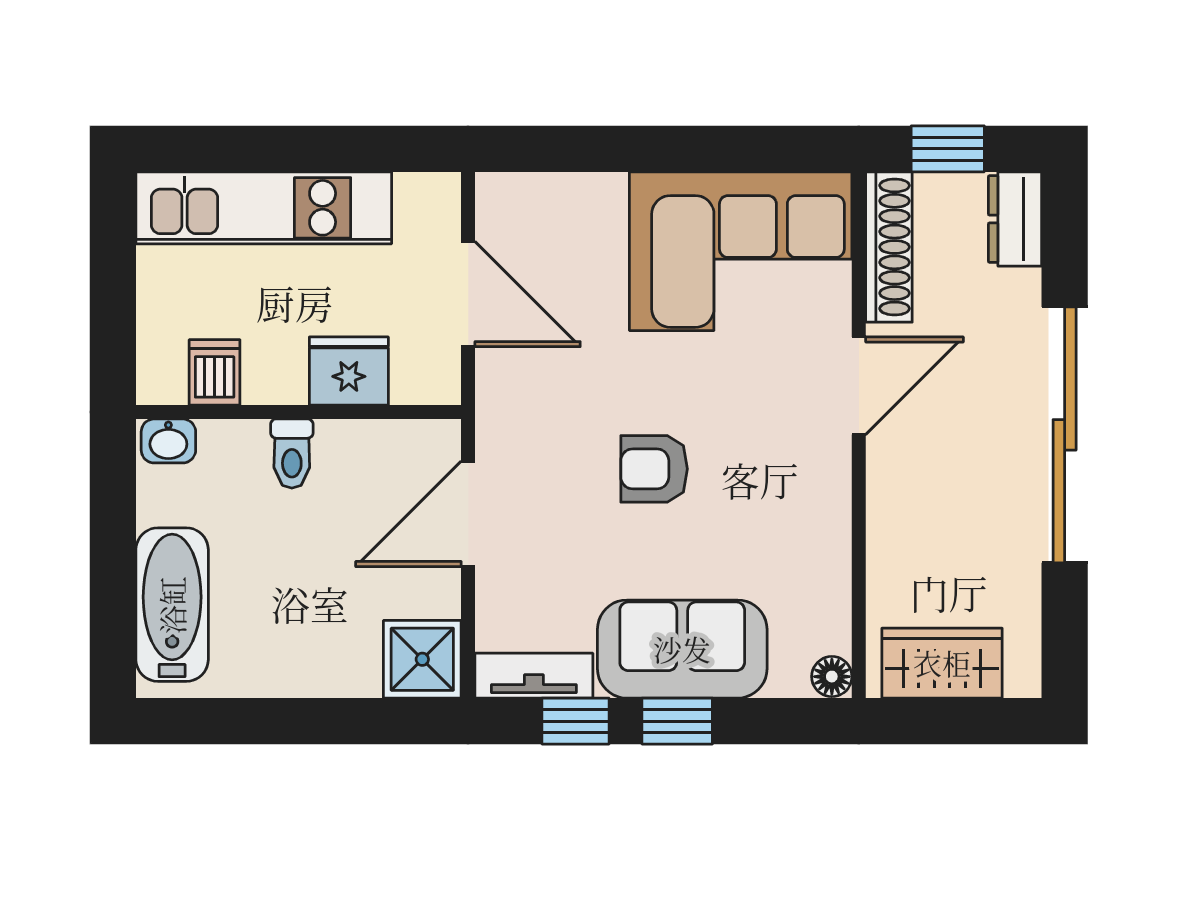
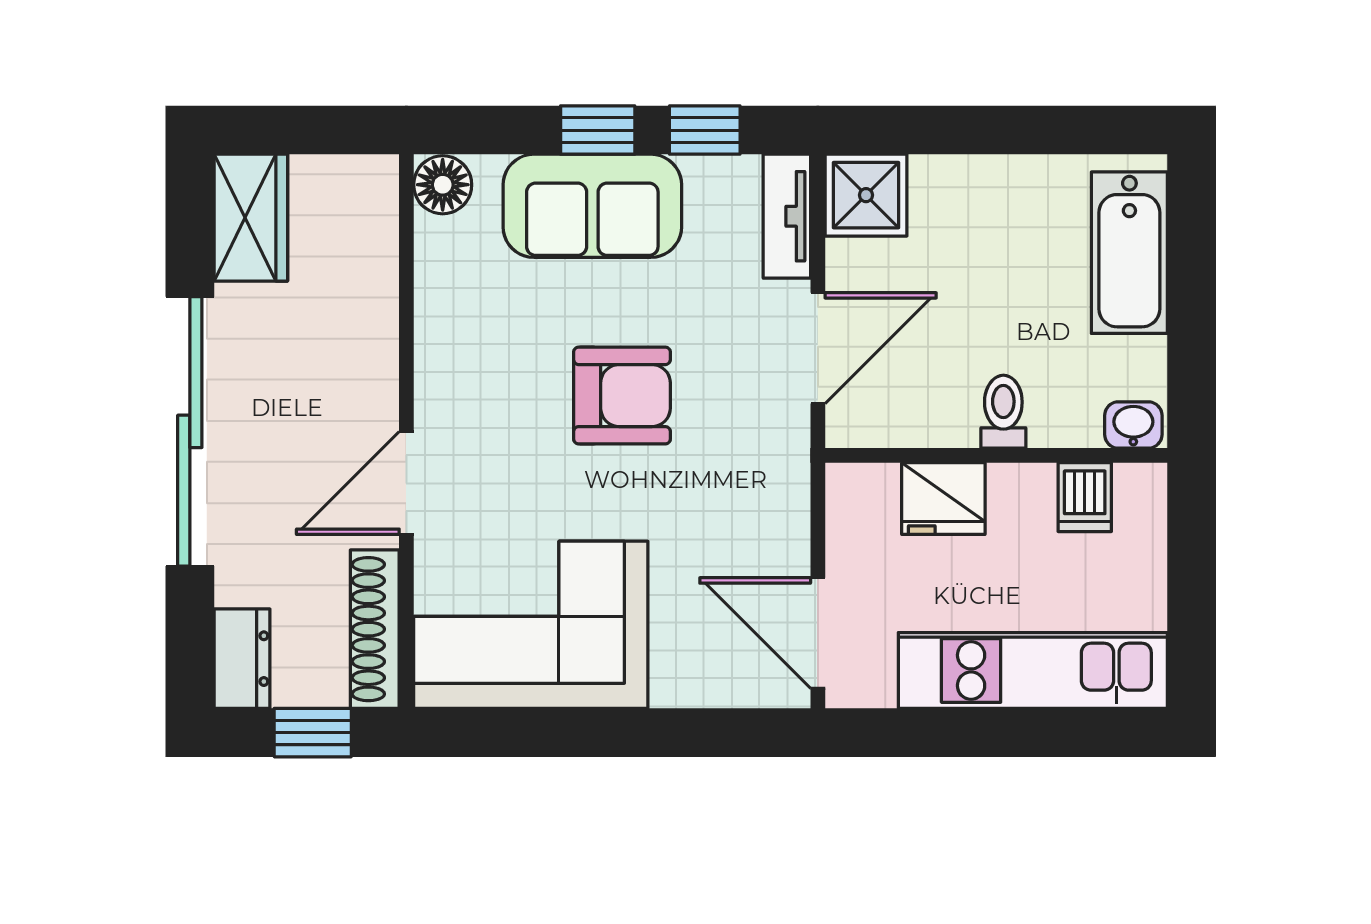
door: (468, 294) -> (818, 633), moved
armchair: (654, 469) -> (622, 396), width x1.38, depth x1.38
wardrobe: (942, 663) -> (251, 218), moved, turned -90
tv unit: (534, 676) -> (787, 216), moved, turned 90
floor lamp: (832, 677) -> (443, 185), width x1.37, depth x1.37

